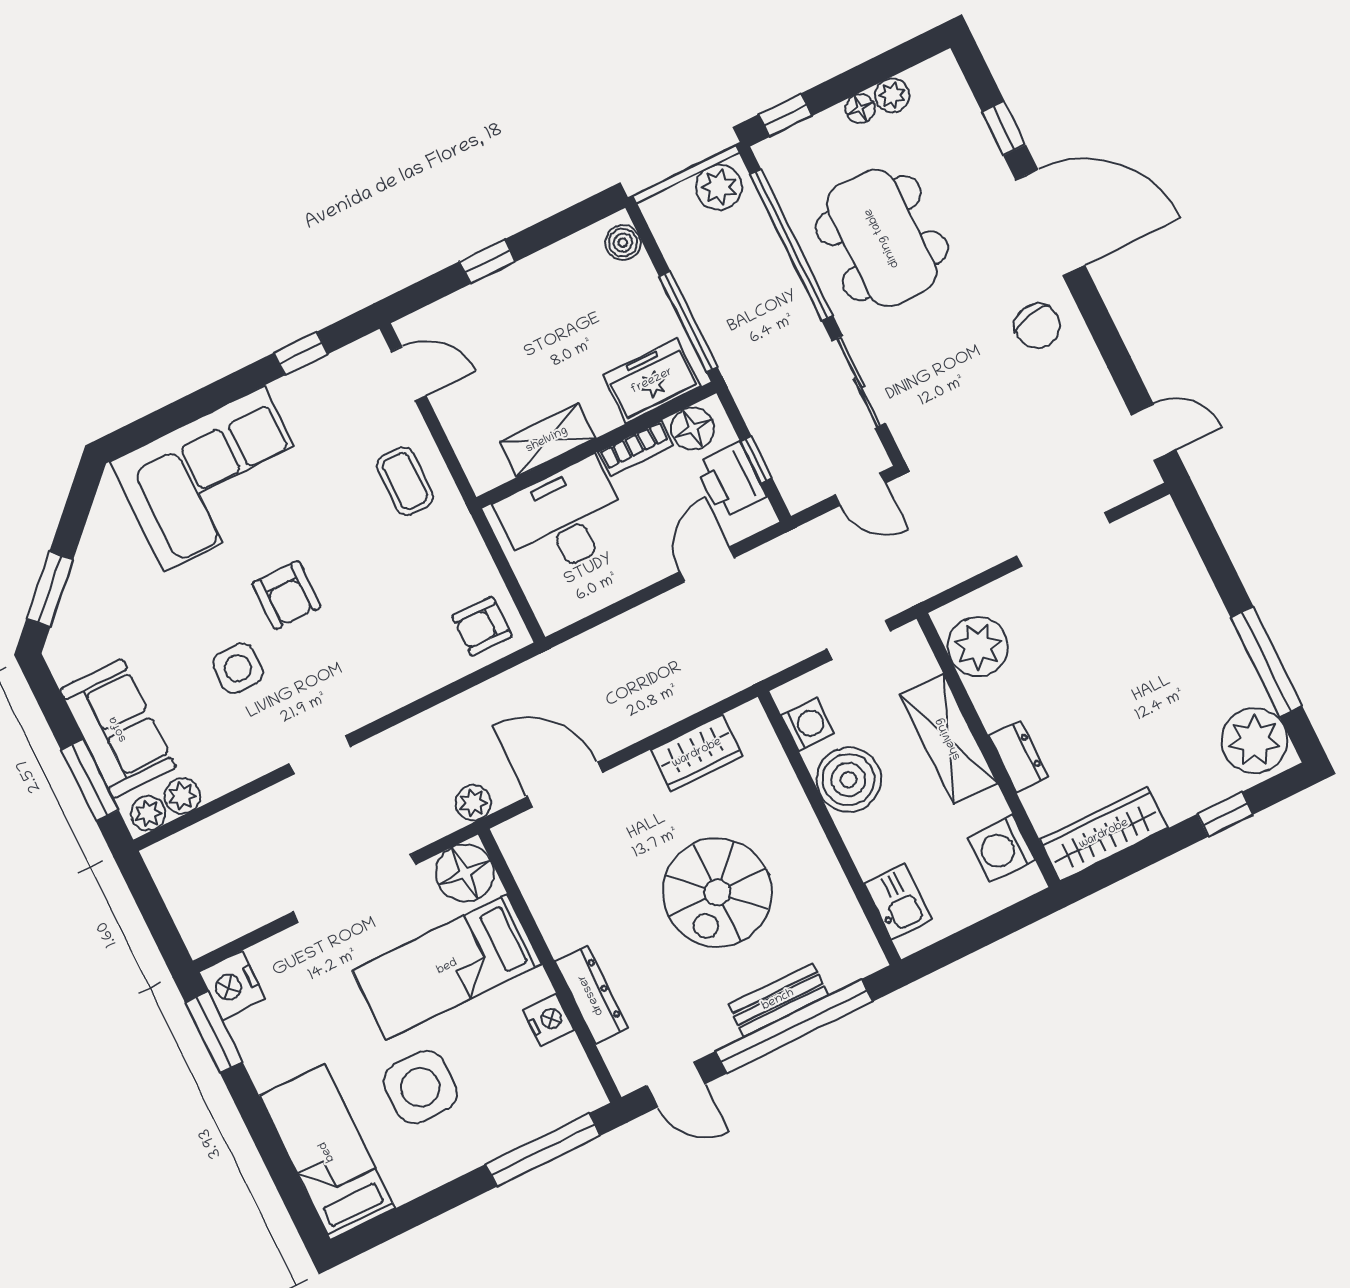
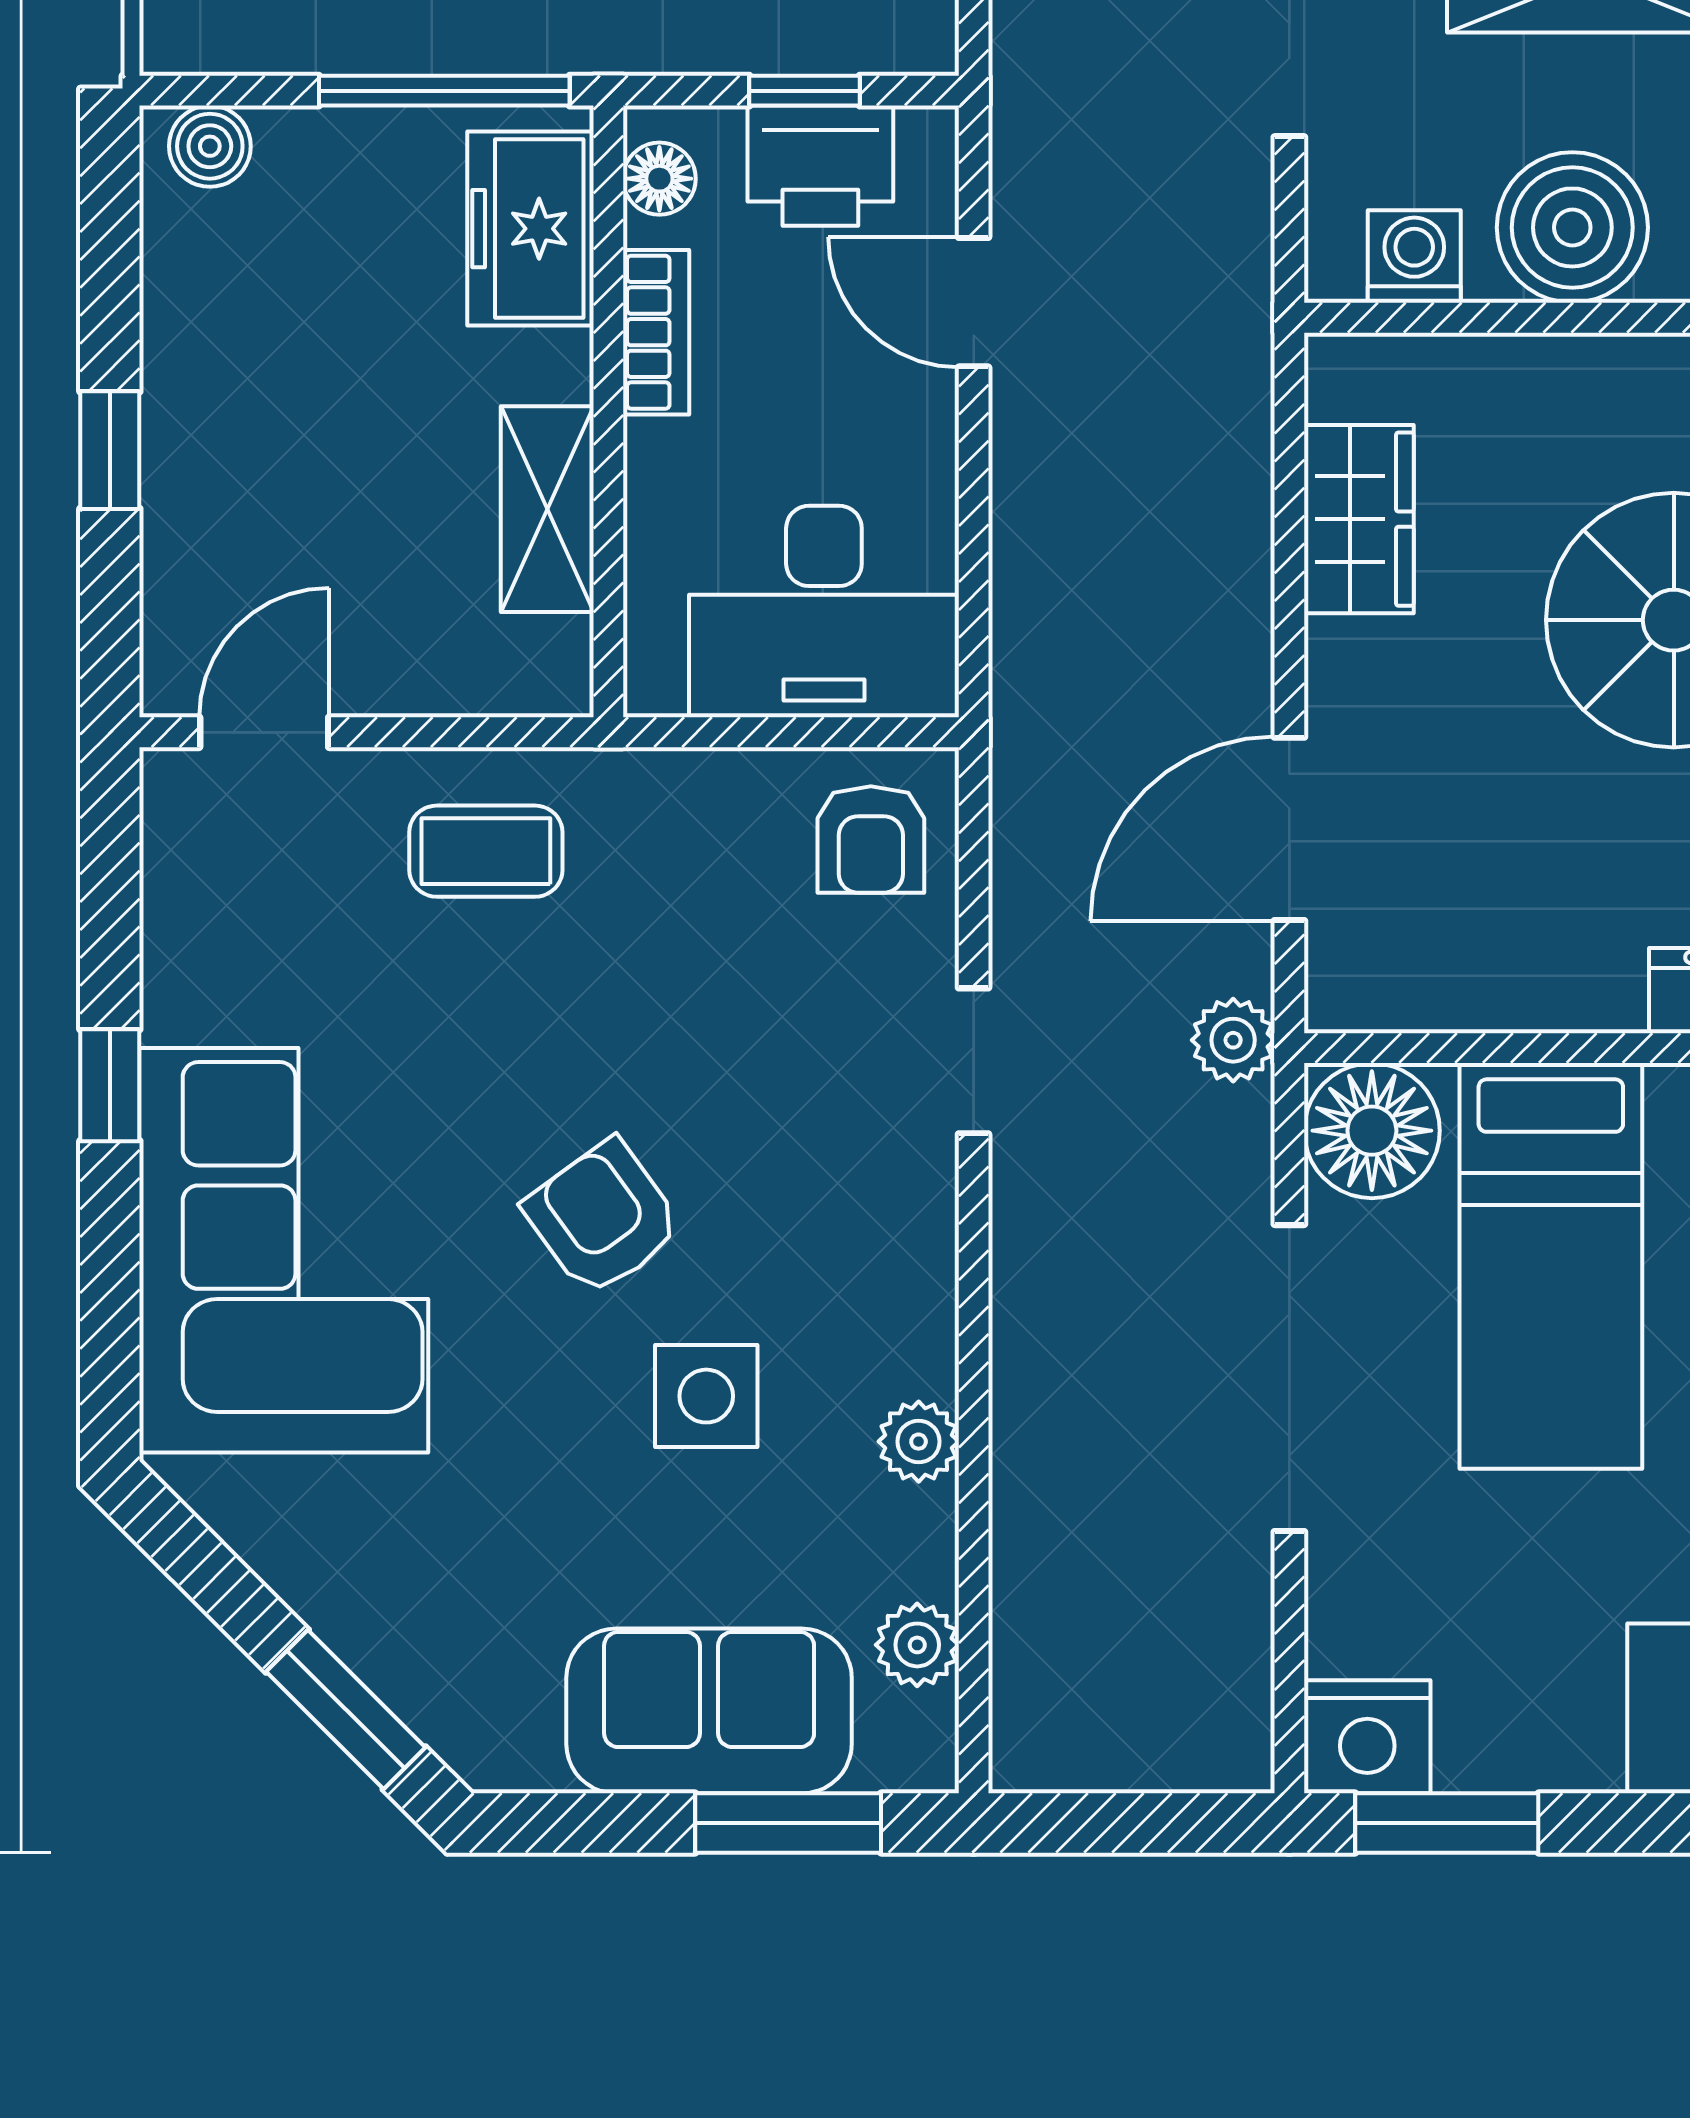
window: (301, 353) -> (110, 1085), moved
floor lamp: (693, 429) -> (659, 179), width x0.73, depth x0.73
desk: (563, 519) -> (824, 612), moved, turned -90
armchair: (287, 595) -> (603, 1218), turned -126
doorway: (320, 755) -> (974, 1061), moved
plant: (148, 813) -> (919, 1442), moved

